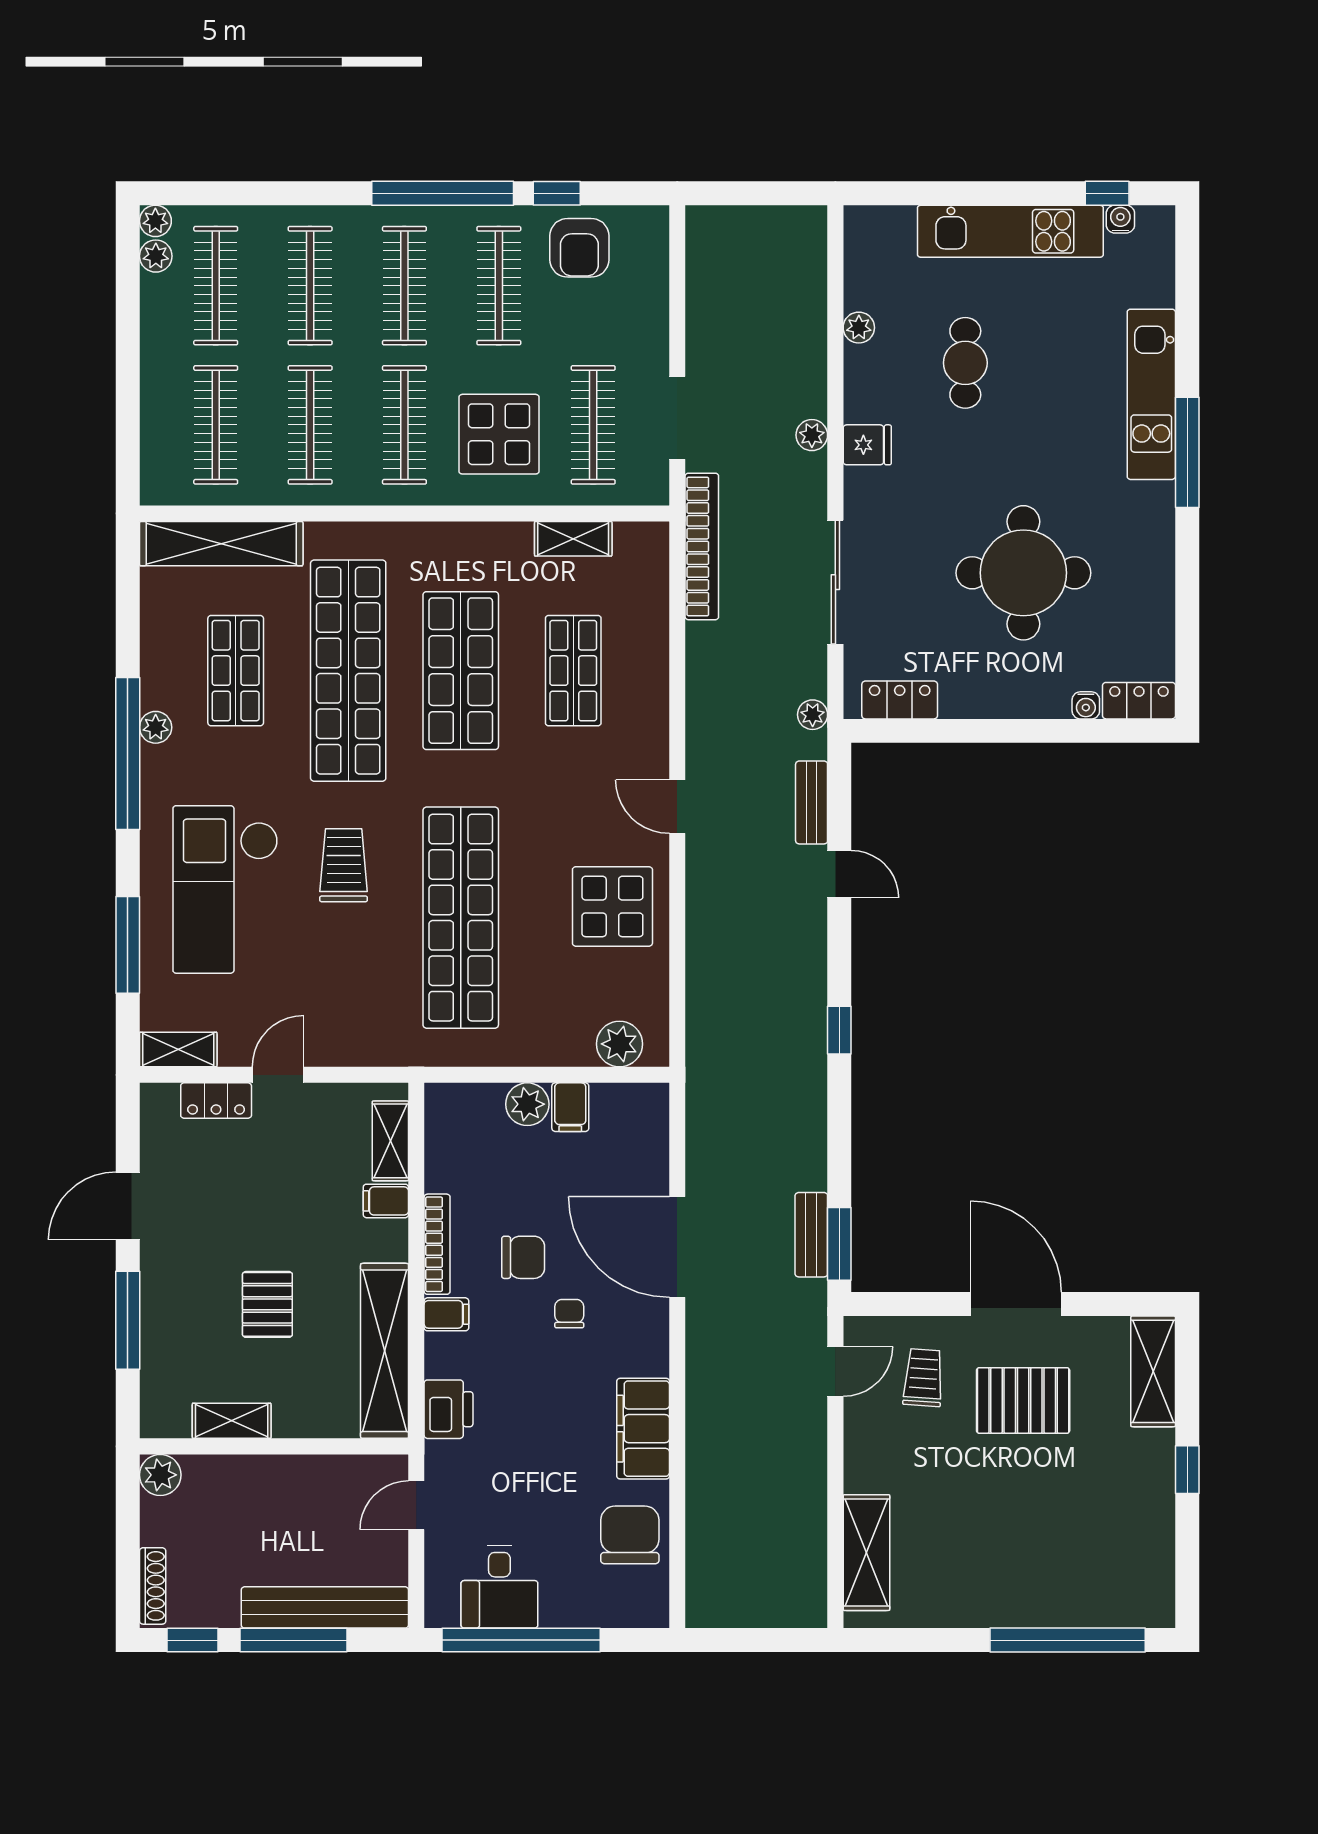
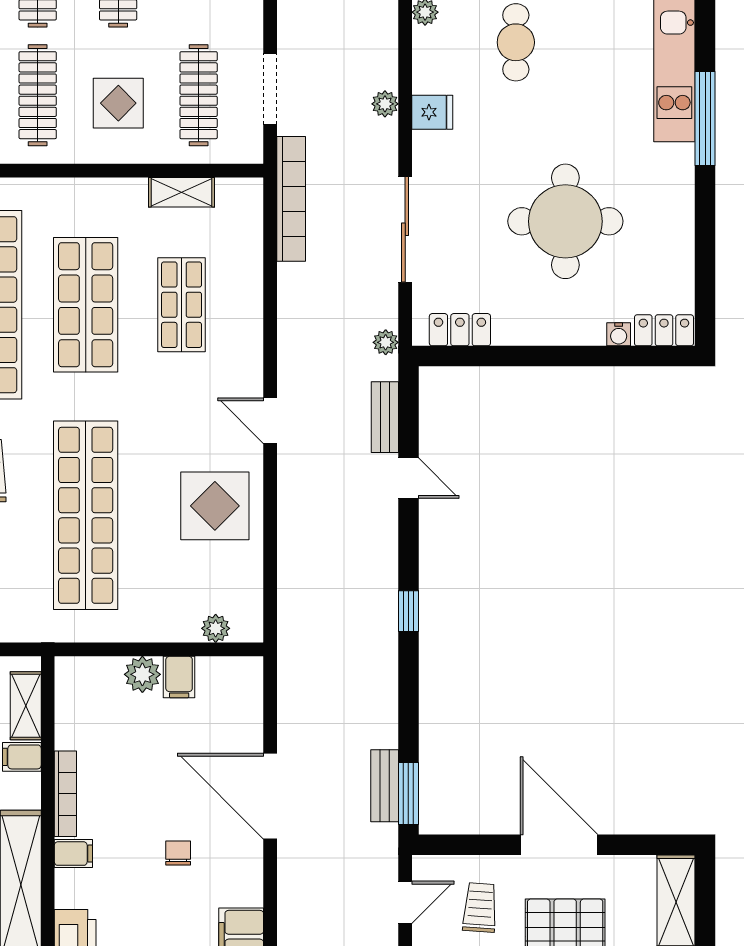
display table: (499, 434) -> (118, 103), width x0.73, depth x0.73
plant: (619, 1044) -> (216, 628), width x0.73, depth x0.73
chair: (523, 1257) -> (139, 805), removed

